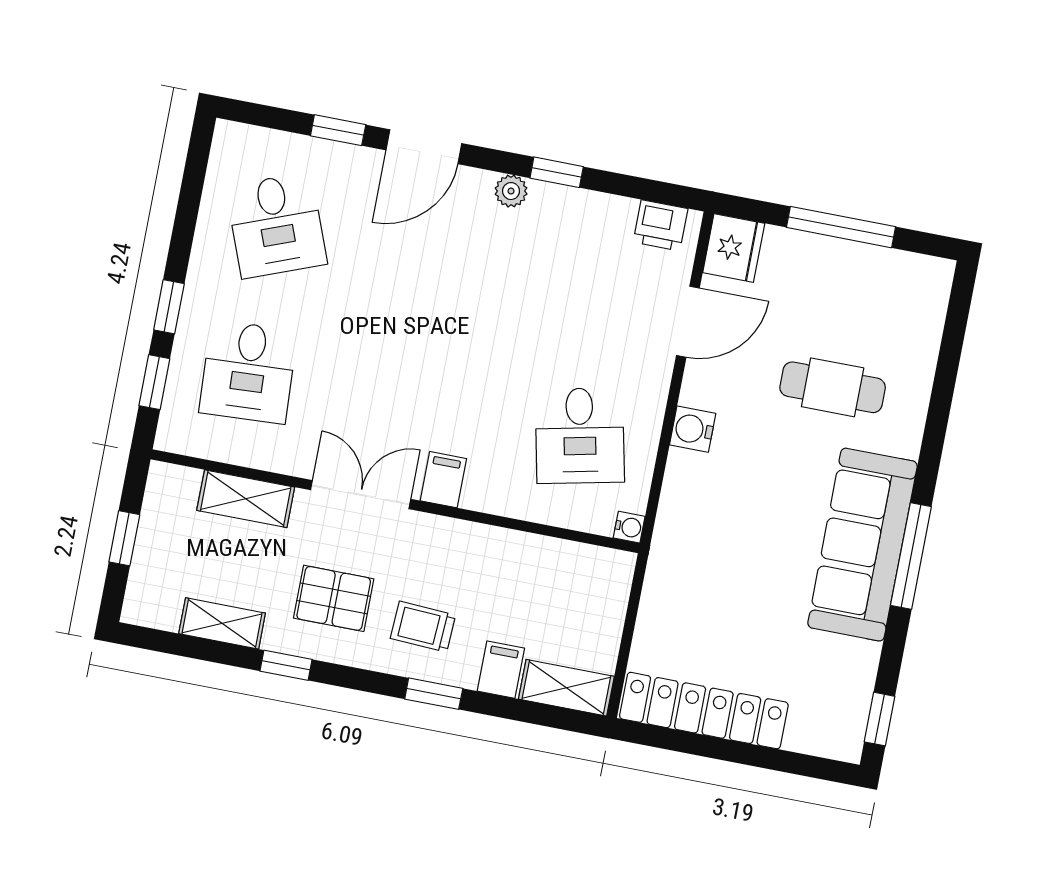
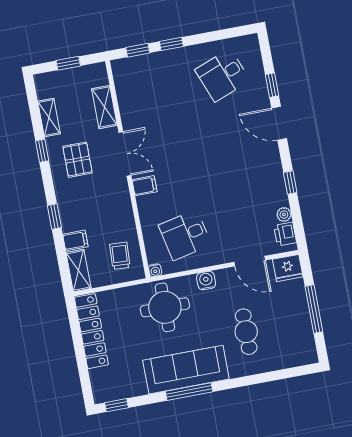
plant: (511, 191) -> (284, 215), moved
desk: (248, 372) -> (157, 87), removed
round table: (715, 537) -> (165, 307), added
trolley: (423, 627) -> (120, 256), moved

